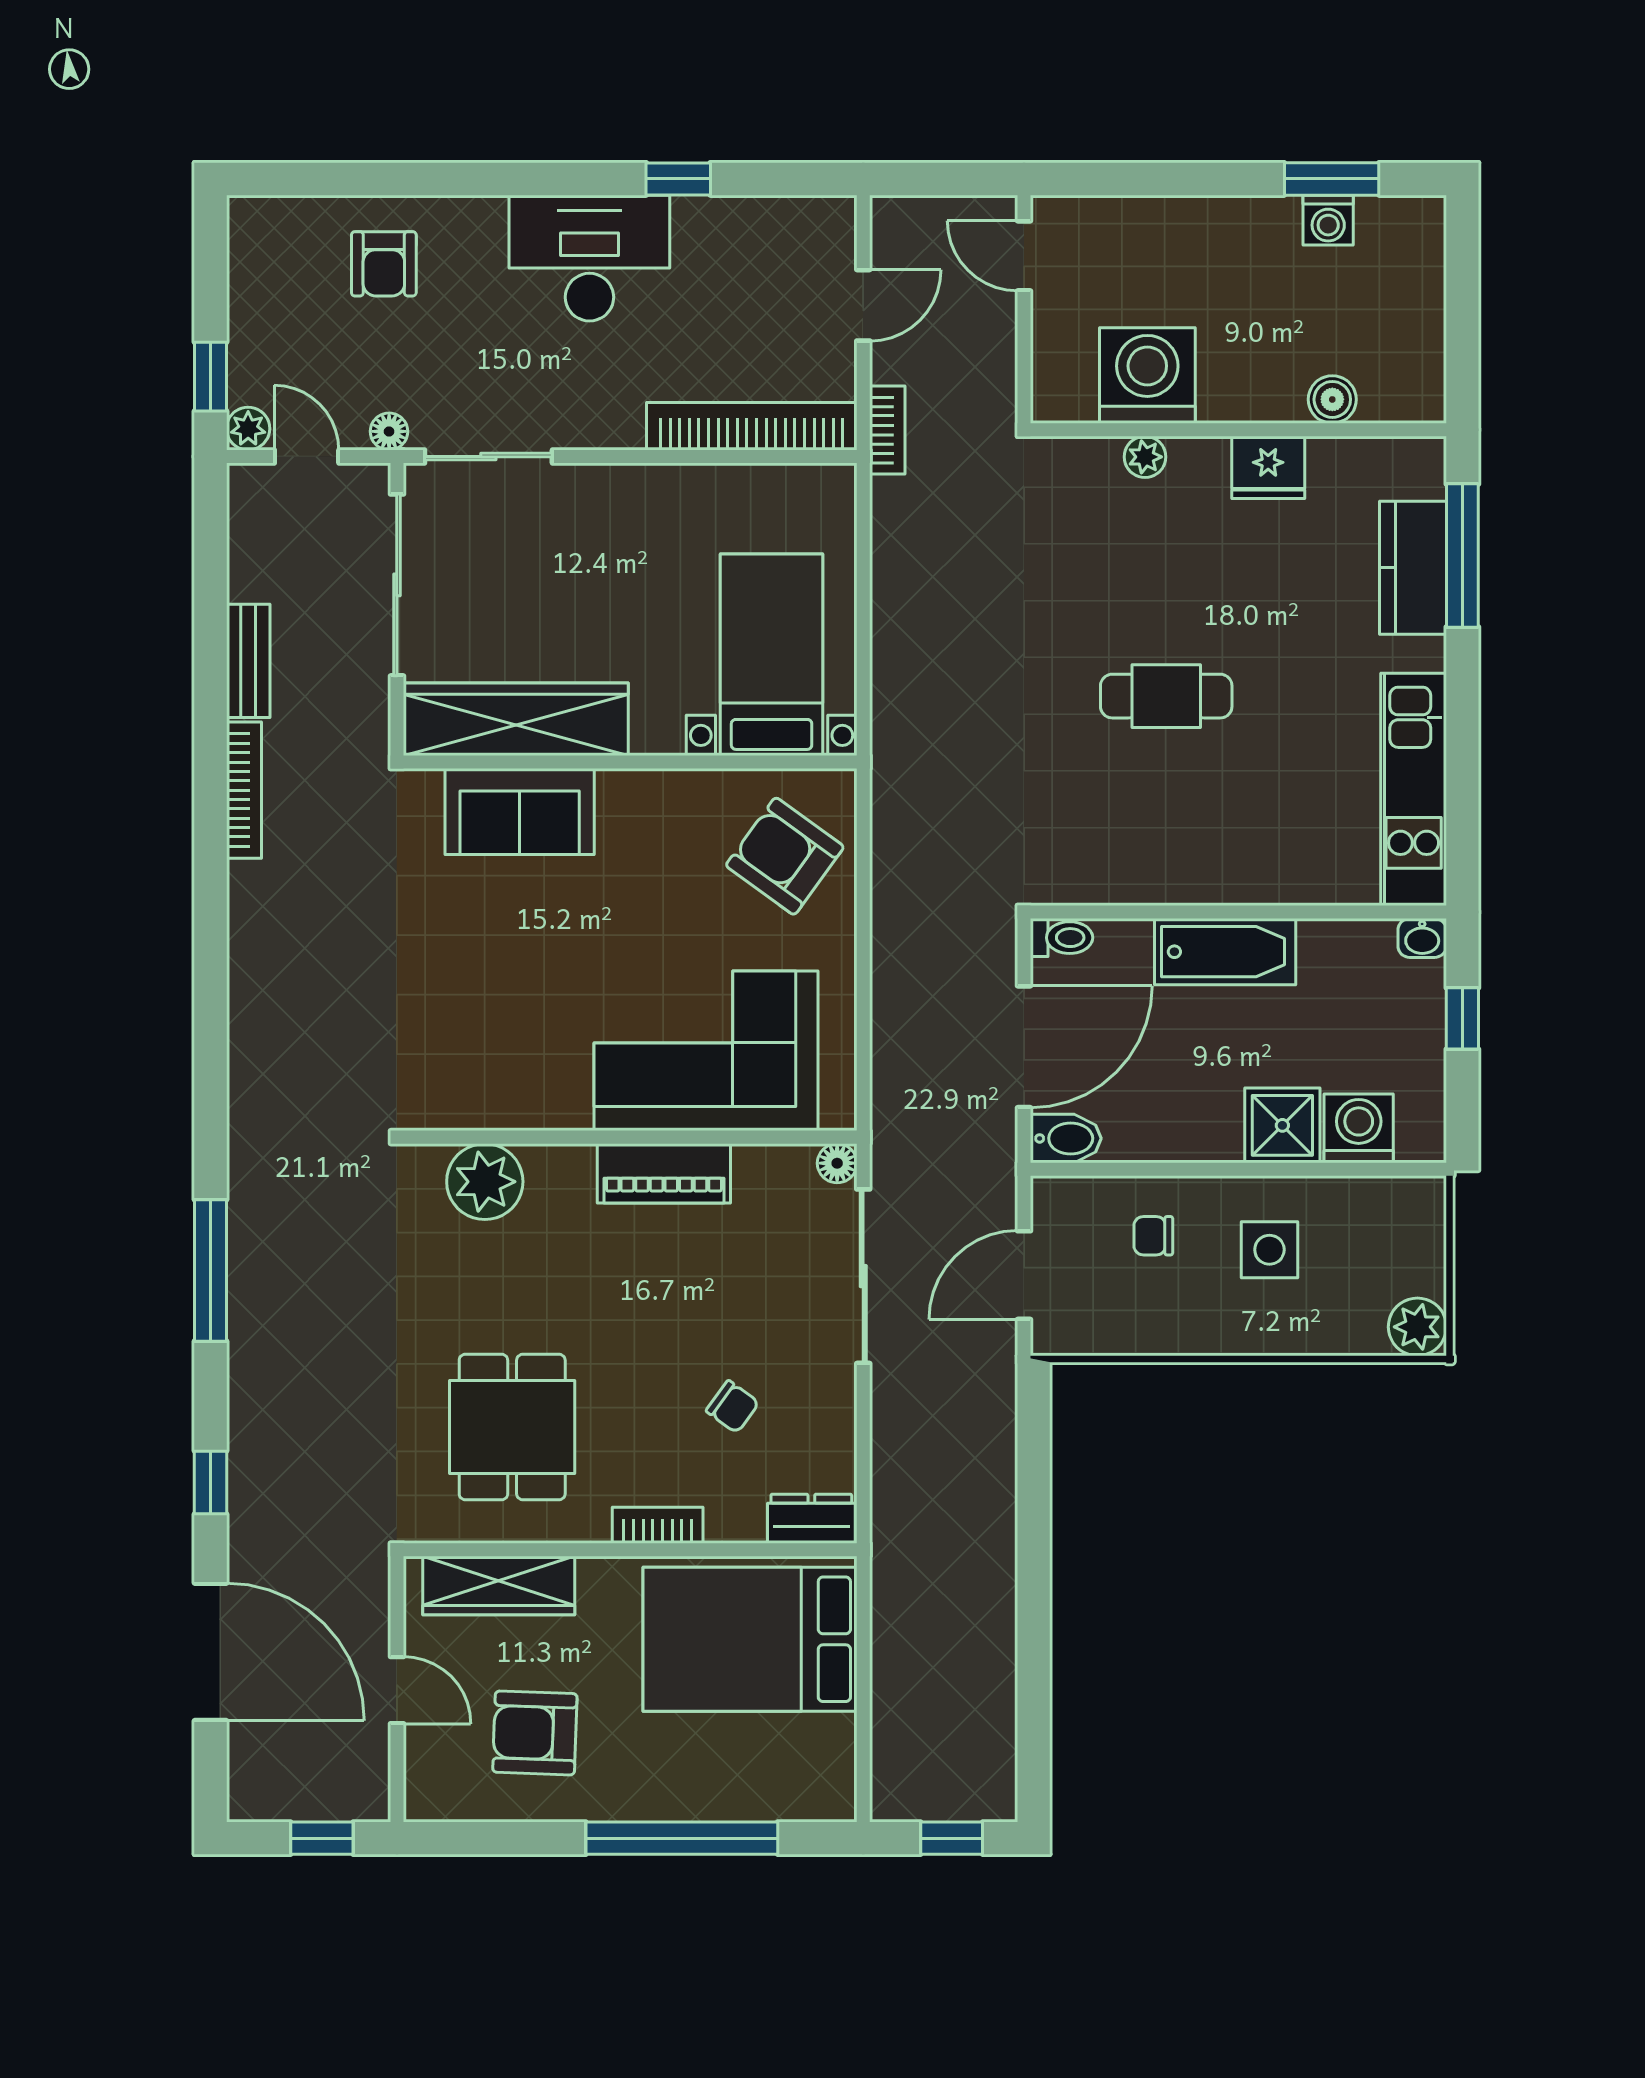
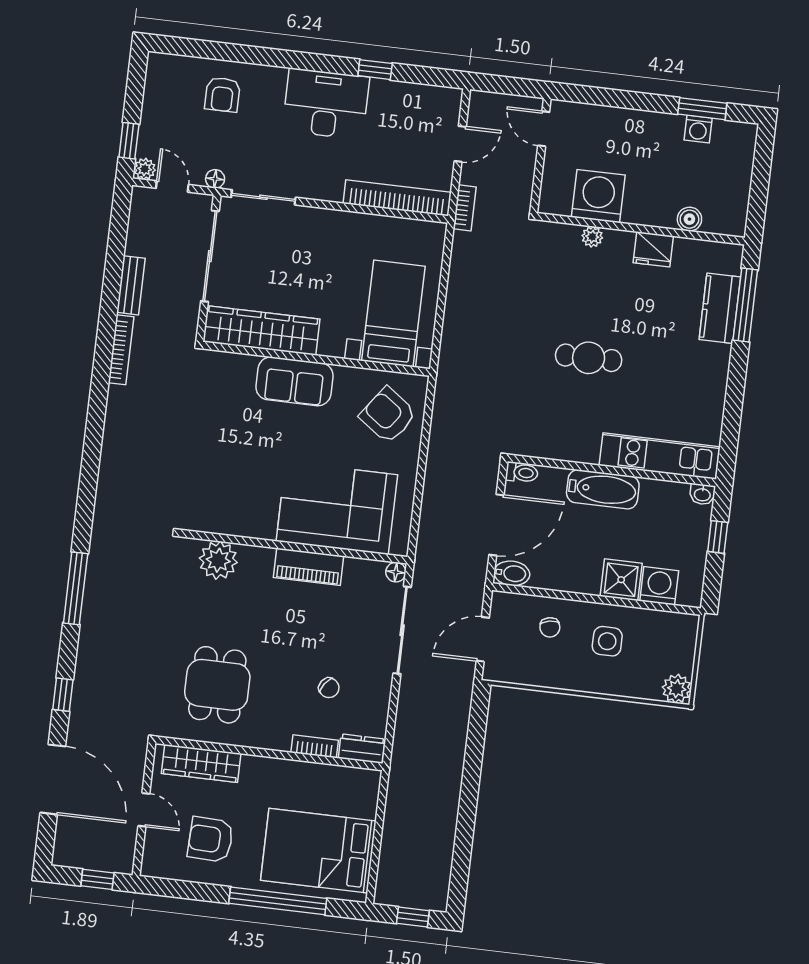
kitchen unit: (1414, 789) -> (659, 456), moved, turned 90
sofa: (520, 811) -> (294, 381), moved
chair: (1153, 1236) -> (550, 627), turned -101
bookcase: (658, 1525) -> (315, 746), moved
bed: (750, 1639) -> (318, 851), moved

